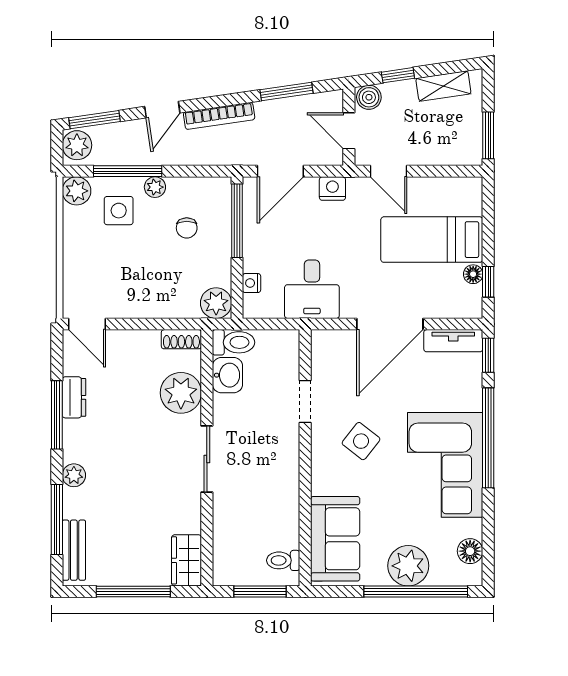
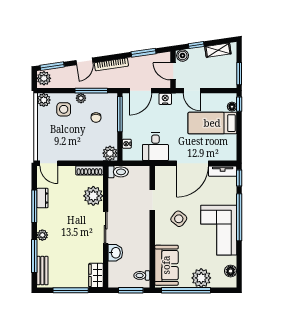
window: (128, 171) -> (91, 91), moved
floor lamp: (473, 274) -> (232, 107), moved
window: (488, 282) -> (239, 104), moved
shoe rack: (181, 339) -> (89, 170), width x1.43
washbasin: (227, 375) -> (115, 253), moved
window: (416, 592) -> (186, 290), moved

